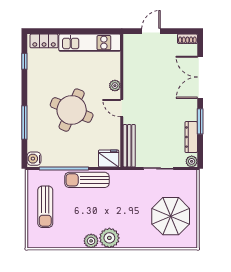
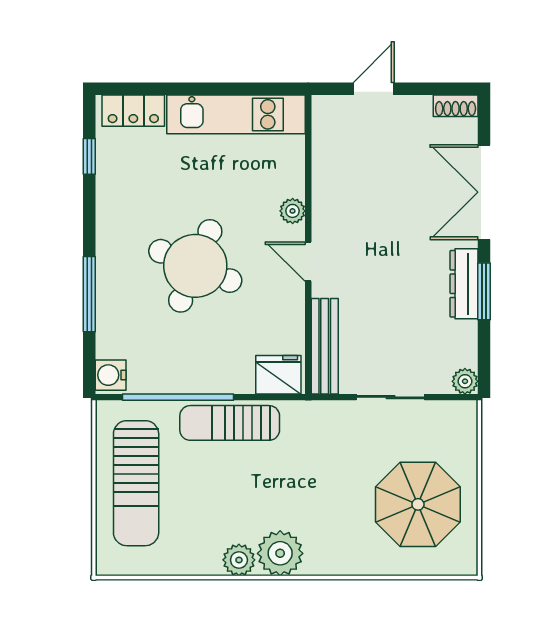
dresser: (191, 137) -> (464, 284), moved
sun lounger: (45, 207) -> (136, 483), width x1.36, depth x1.34

